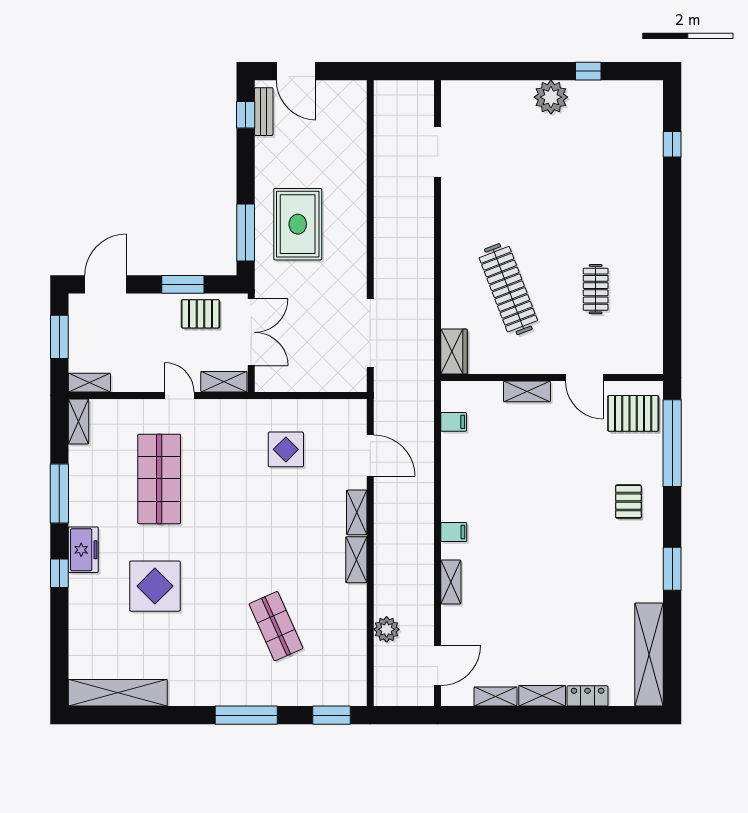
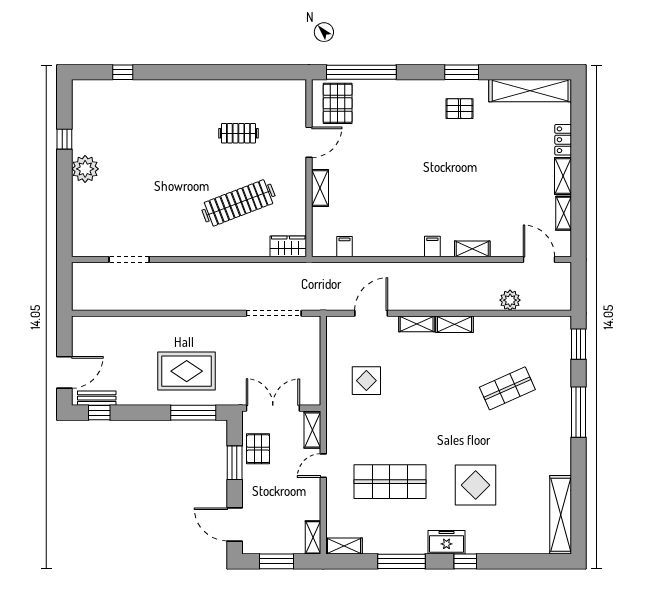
pallet: (628, 502) -> (460, 109), moved

